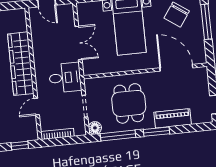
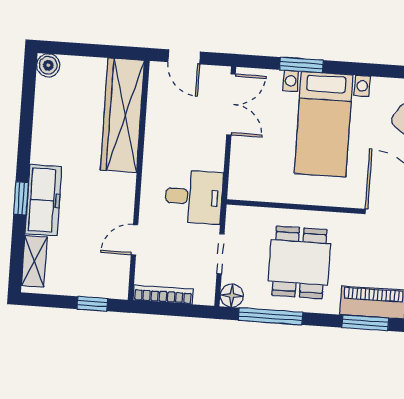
double door: (78, 43) -> (231, 104), moved
wardrobe: (21, 64) -> (122, 115), moved
window: (156, 132) -> (365, 323), moved

